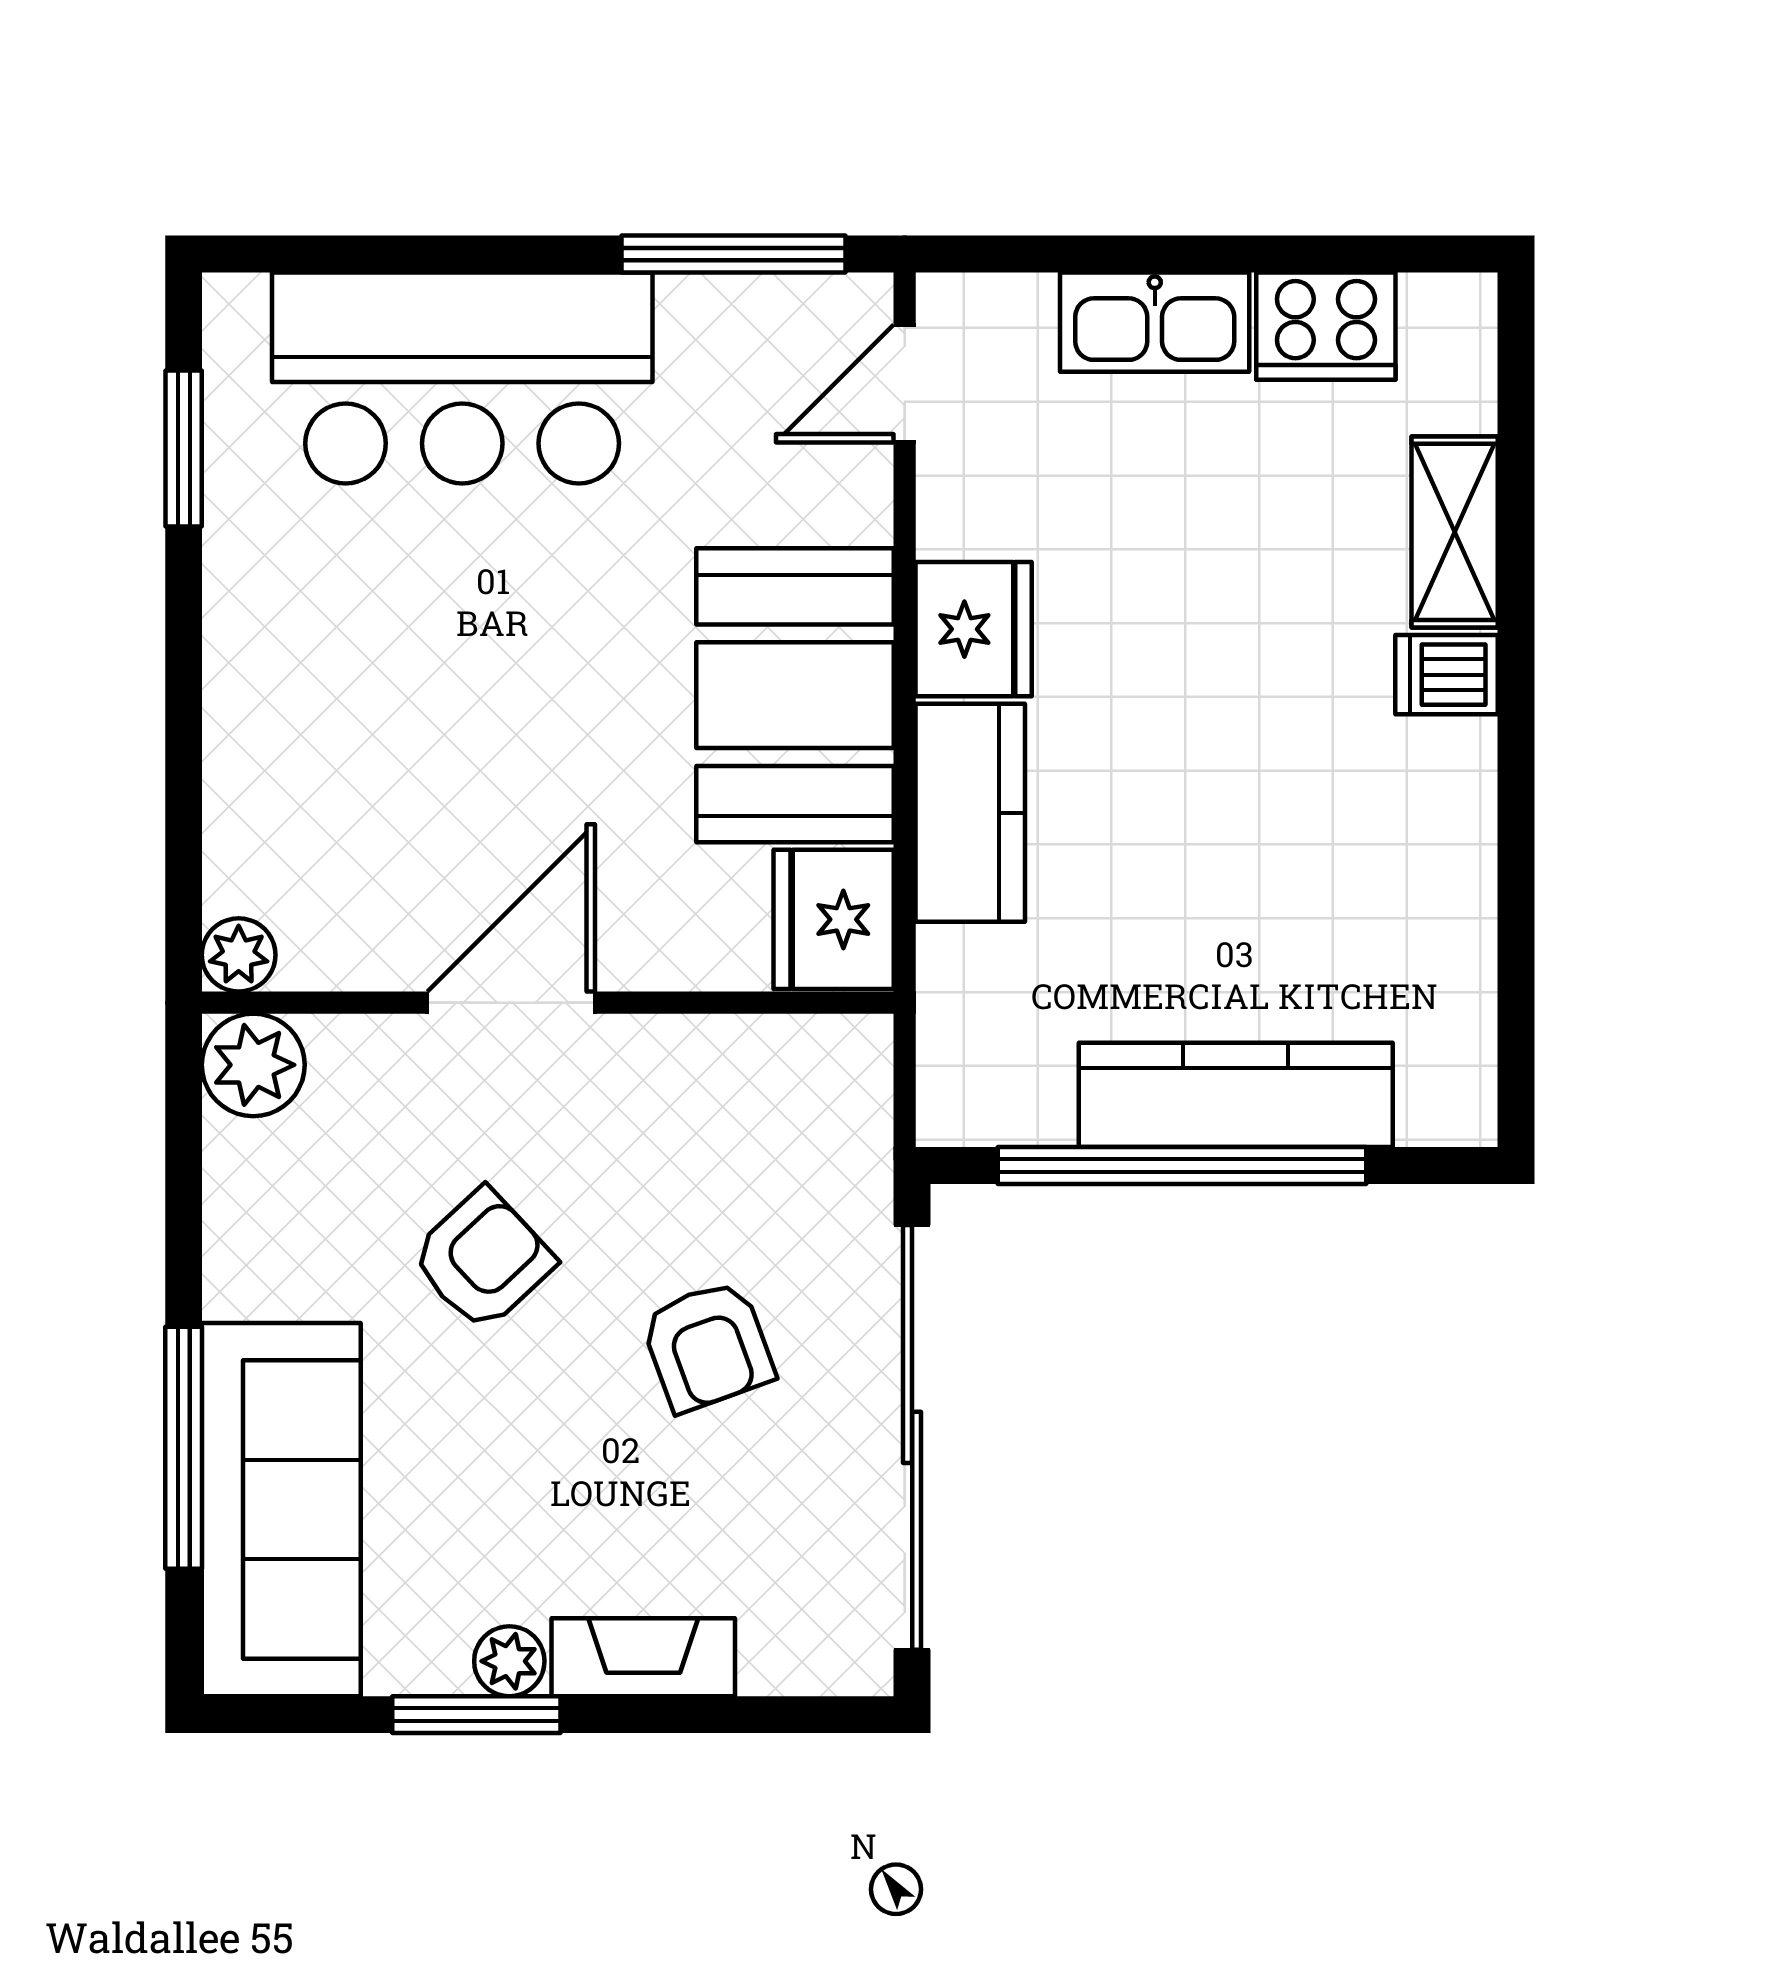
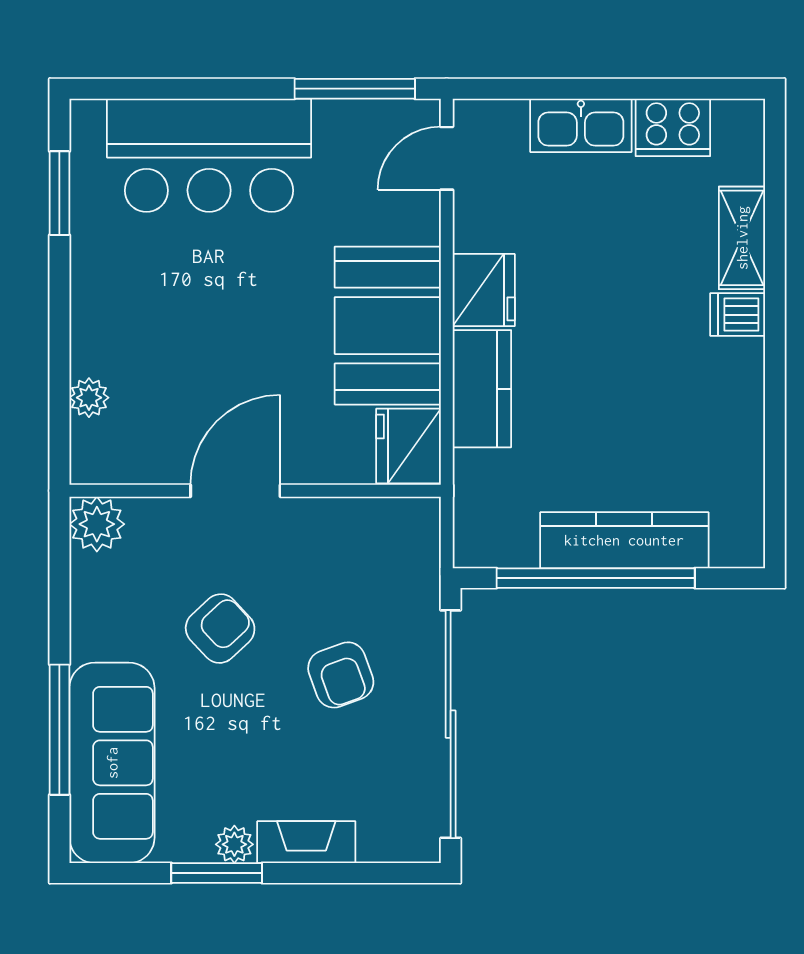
plant: (239, 955) -> (89, 398), moved

